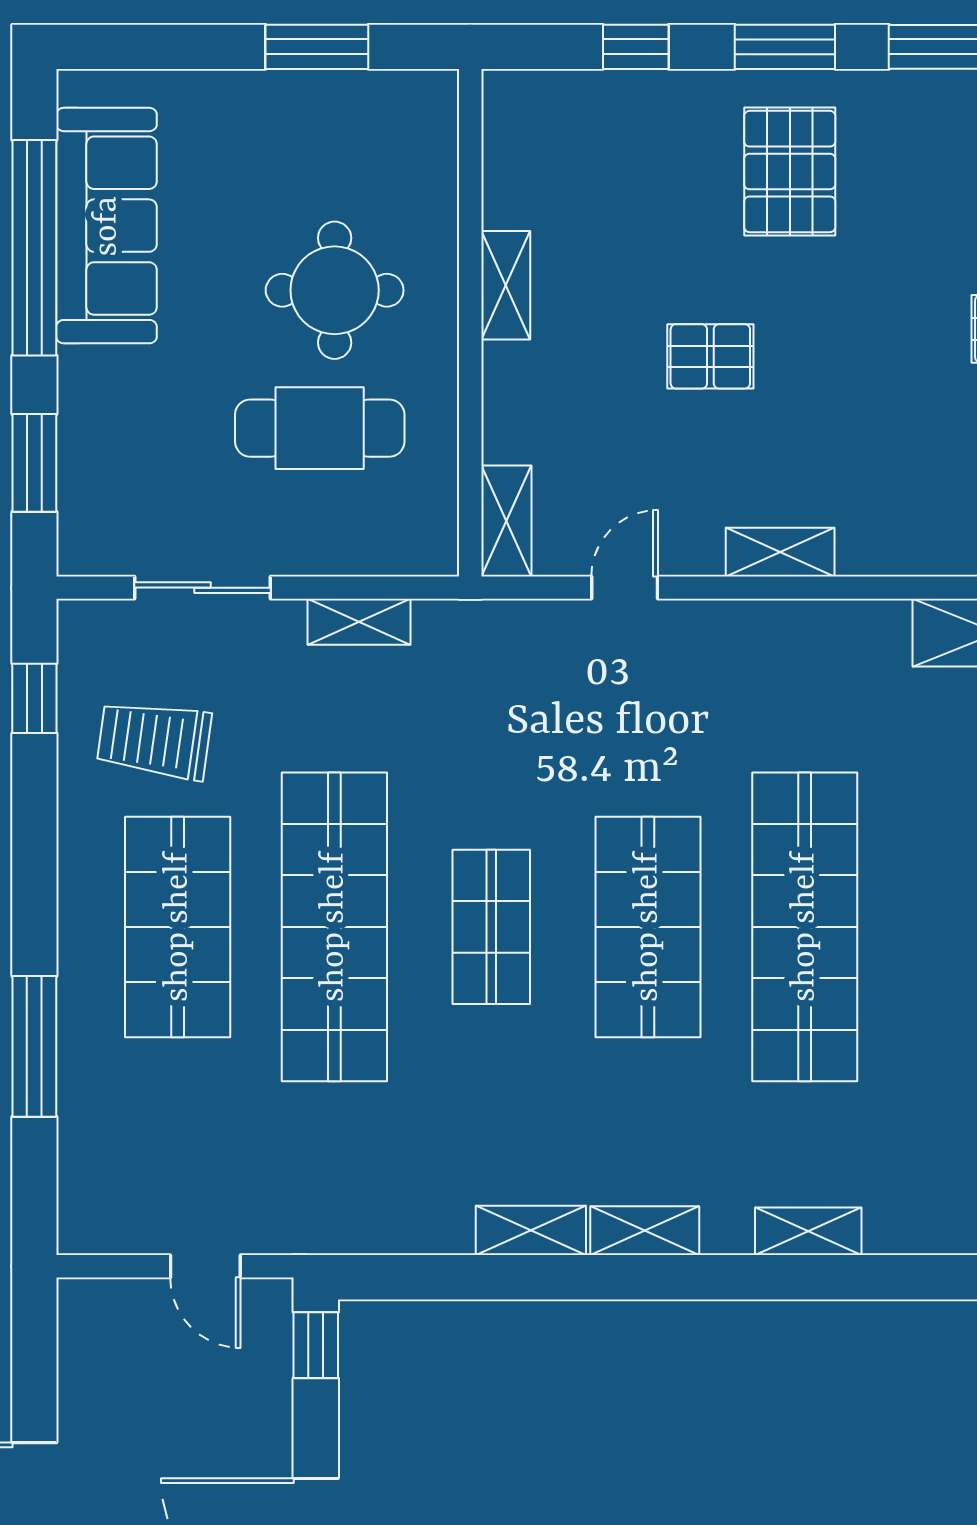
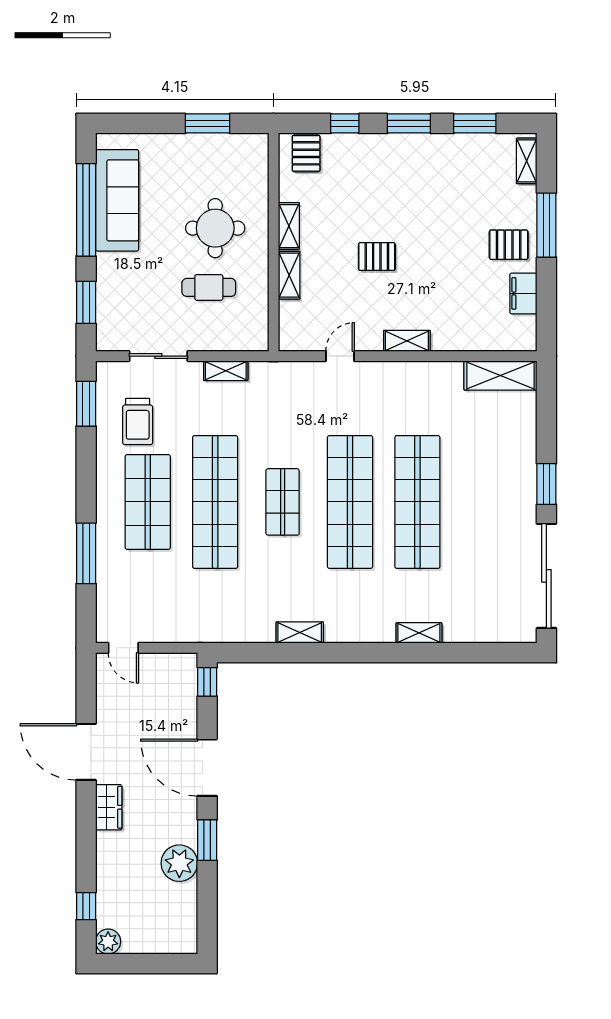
pallet: (790, 172) -> (306, 153), moved, width x0.67, depth x0.71
cafe table: (320, 428) -> (209, 287), width x0.73, depth x0.74
shelving: (506, 521) -> (289, 275), moved
window: (34, 698) -> (86, 404), width x1.50
trolley: (154, 740) -> (138, 422), turned -98
shop shelf: (648, 927) -> (350, 502), width x1.40
shelving: (645, 1231) -> (349, 633), removed
door: (205, 1266) -> (123, 648), moved

